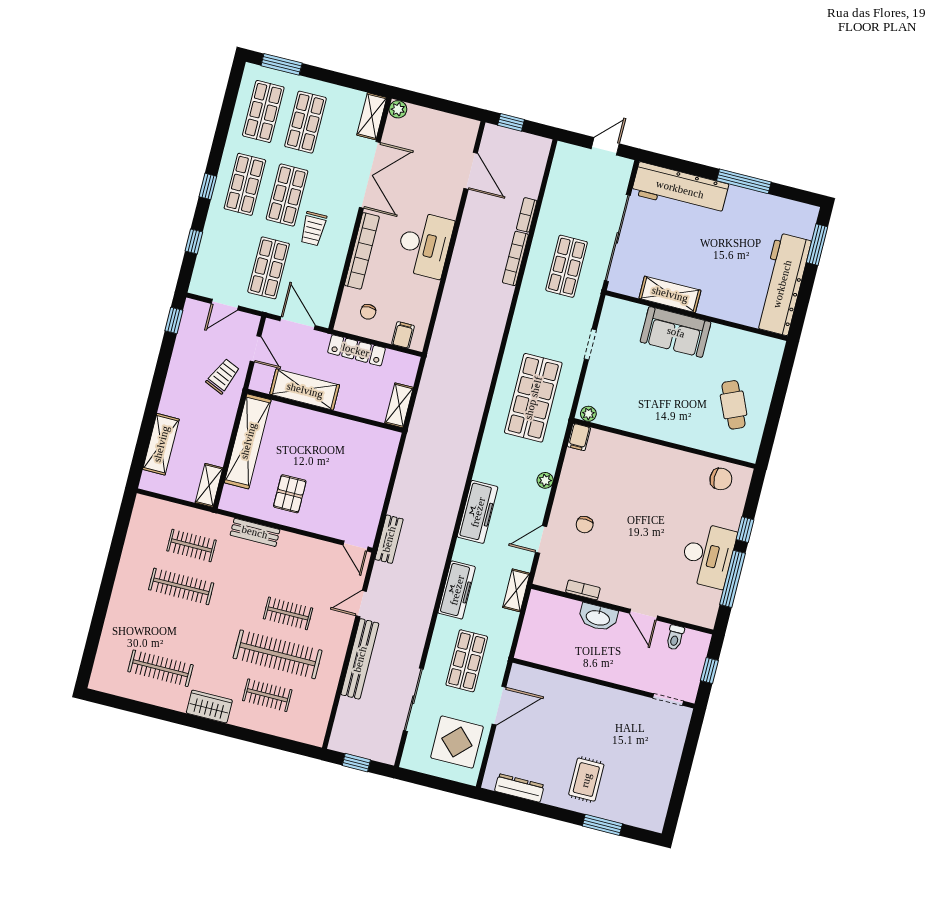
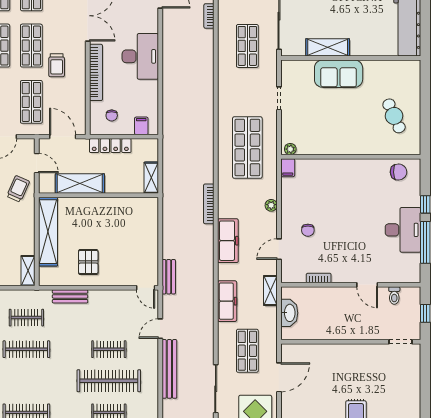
bookcase: (515, 258) -> (209, 204), moved
washbasin: (598, 617) -> (289, 313), moved, turned -90

